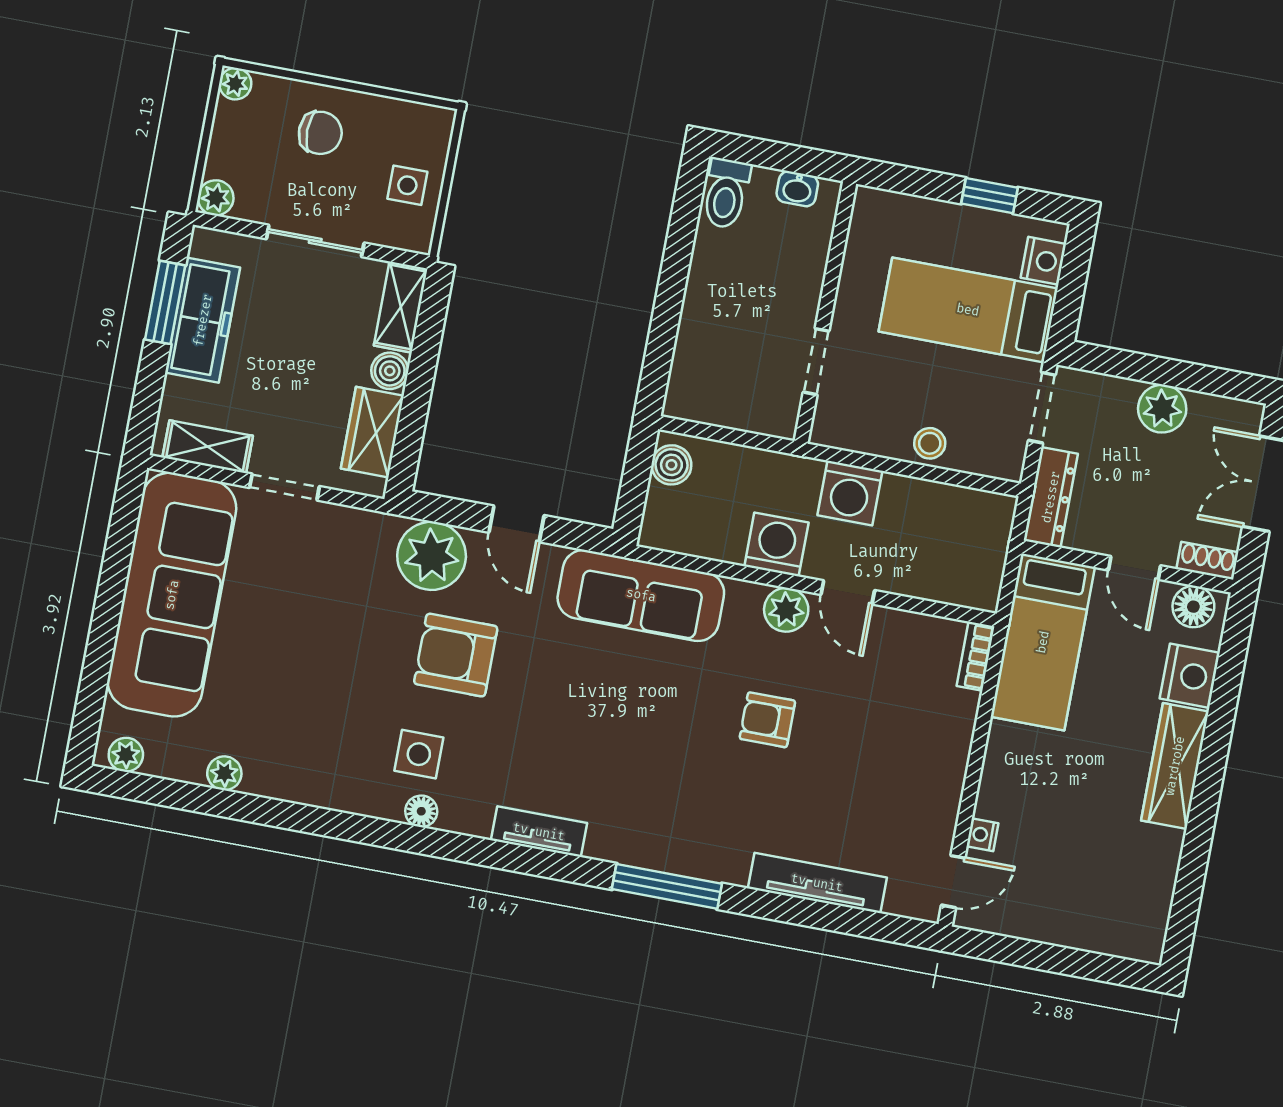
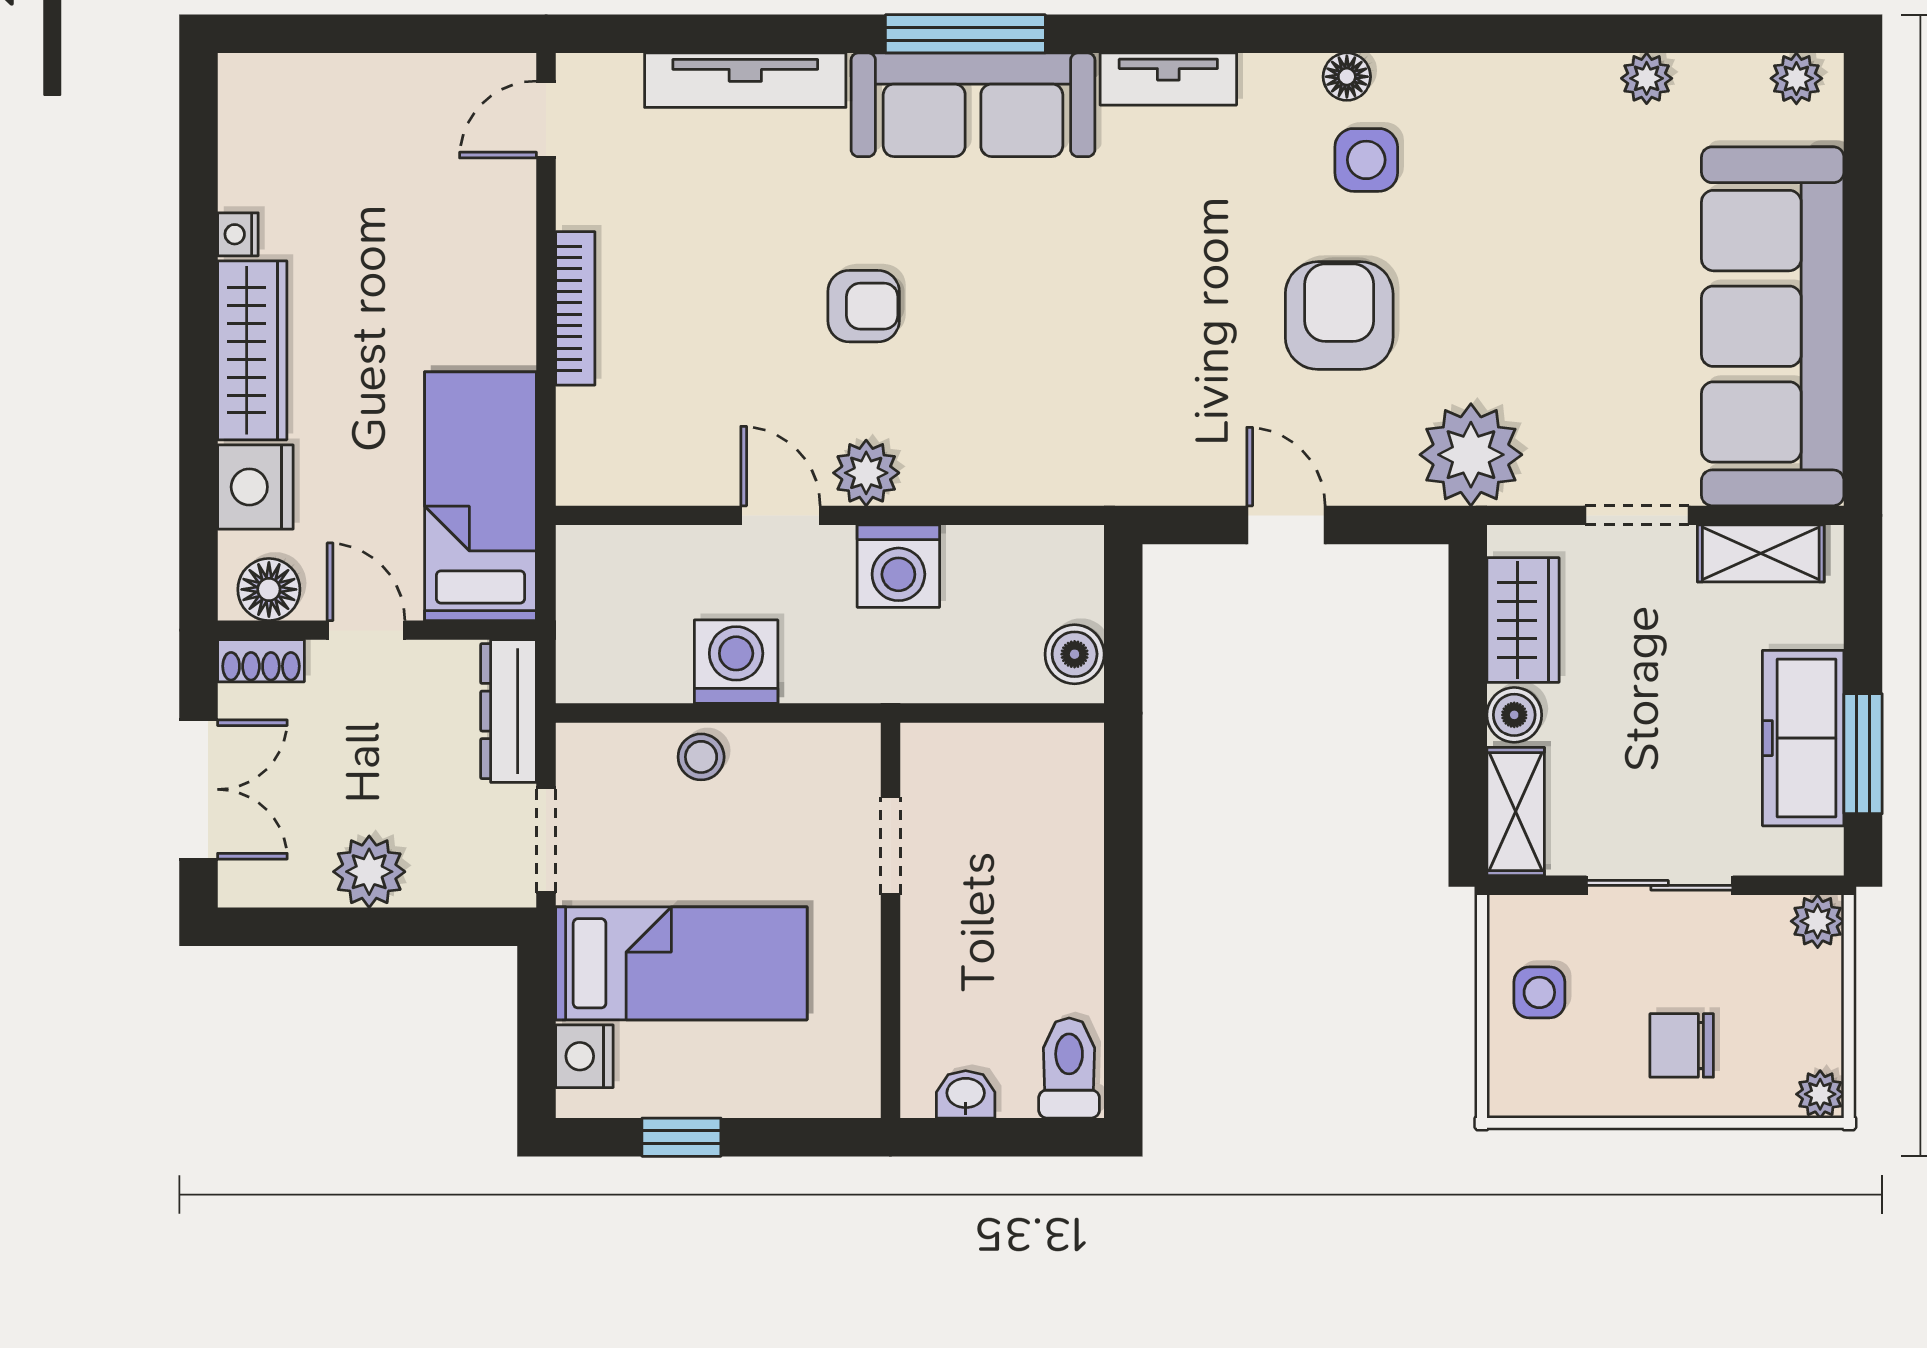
washing machine: (850, 493) -> (736, 662), moved
plant: (432, 556) -> (1471, 455), moved
sofa: (641, 595) -> (973, 105), moved, turned 180
armchair: (456, 655) -> (1339, 316), turned -90
bookcase: (976, 656) -> (575, 308), moved, width x1.56
nightstand: (982, 835) -> (238, 234), moved, turned 180

